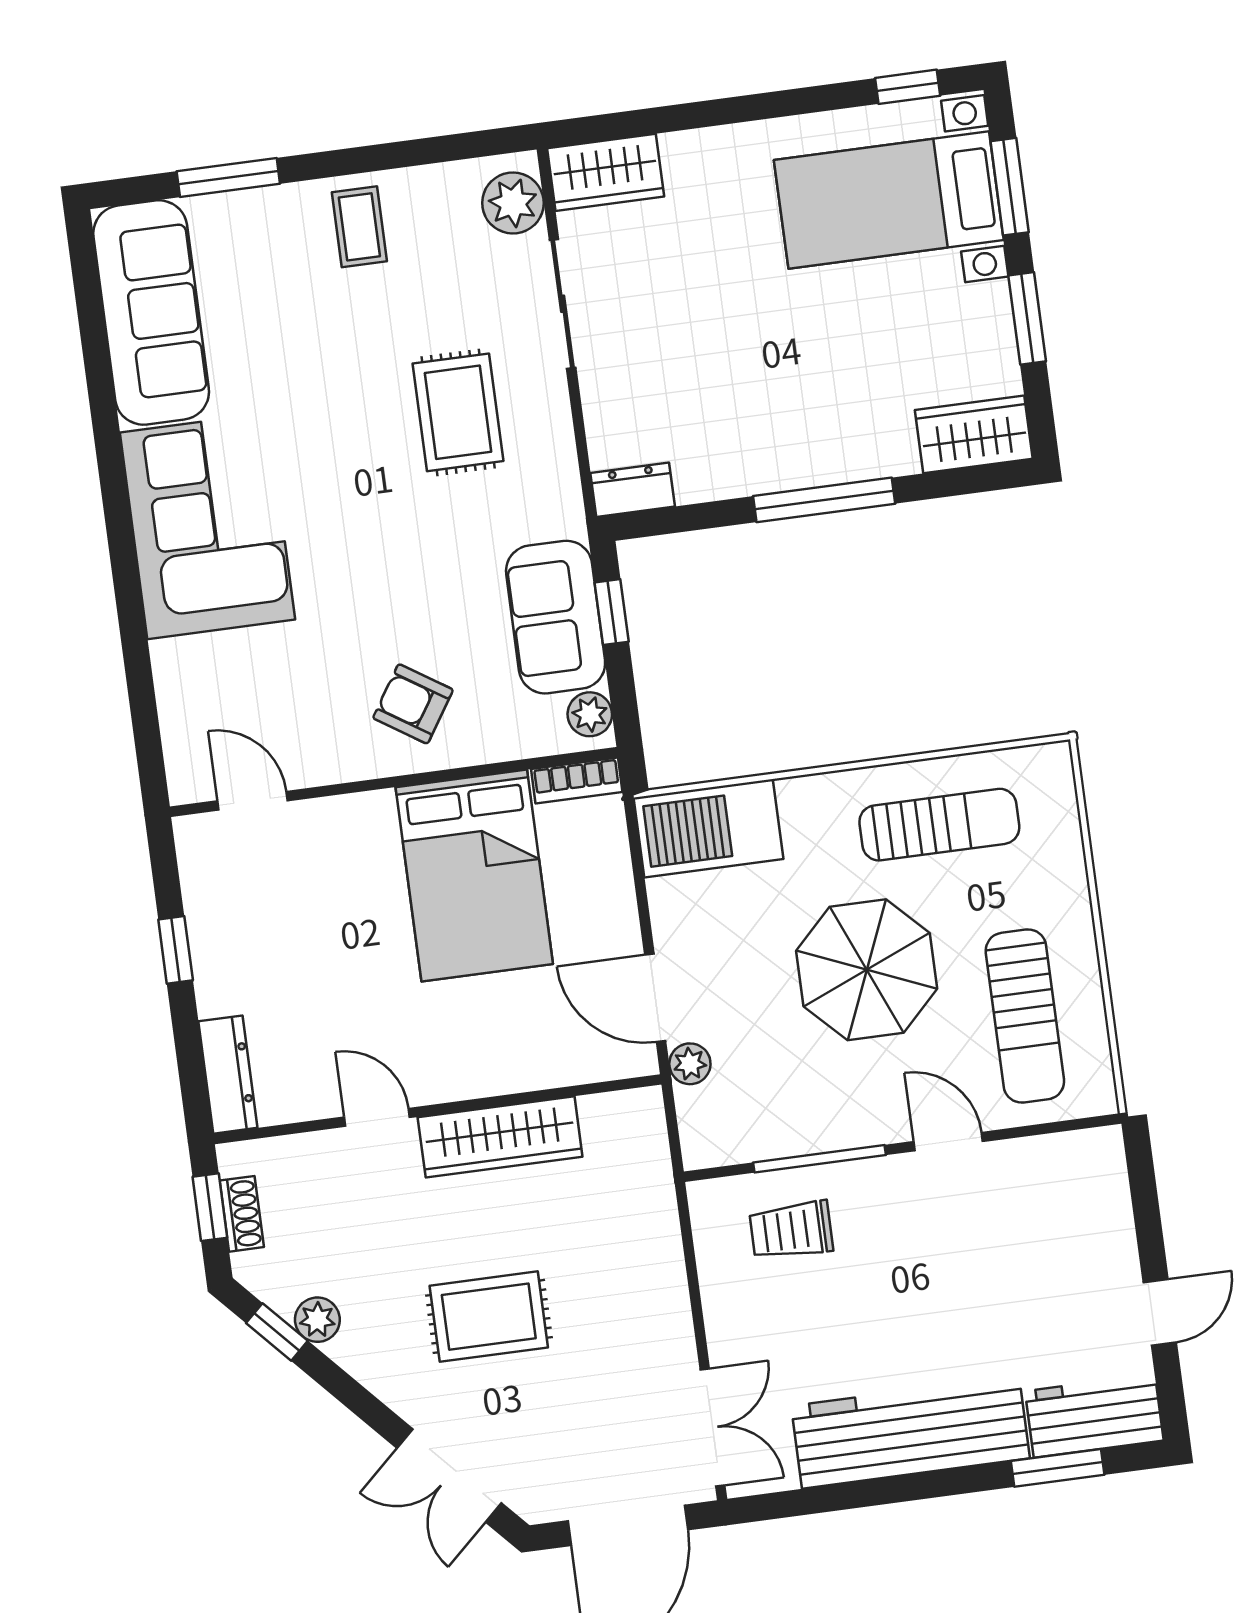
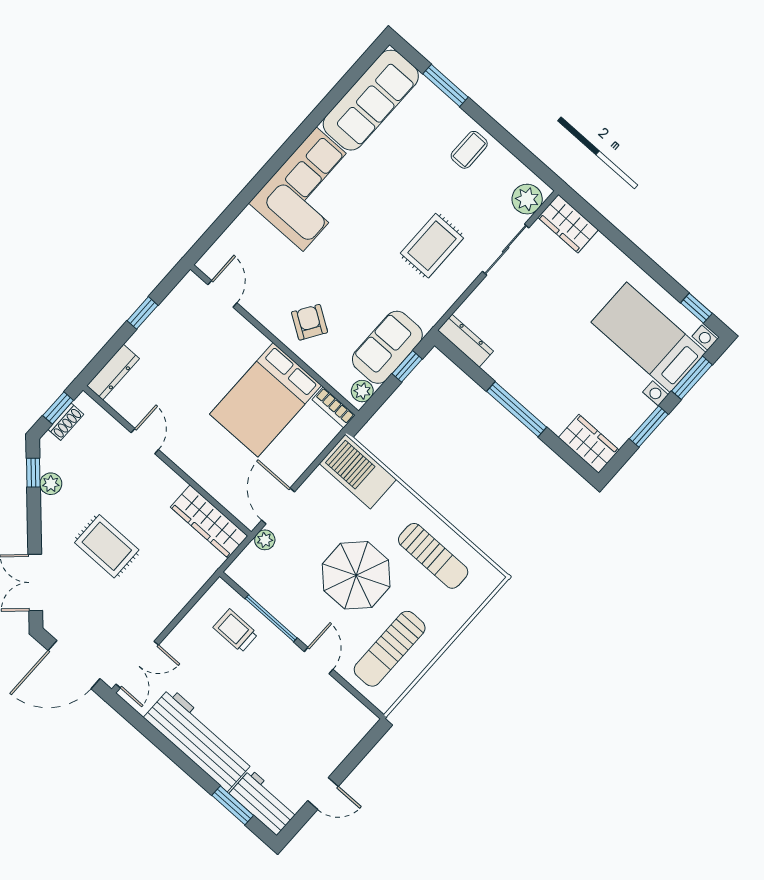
dresser: (633, 490) -> (465, 341), width x1.44
wardrobe: (500, 1137) -> (209, 522), moved

